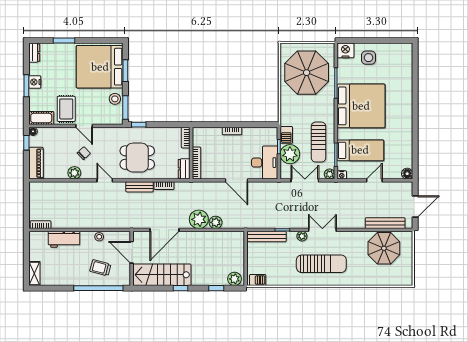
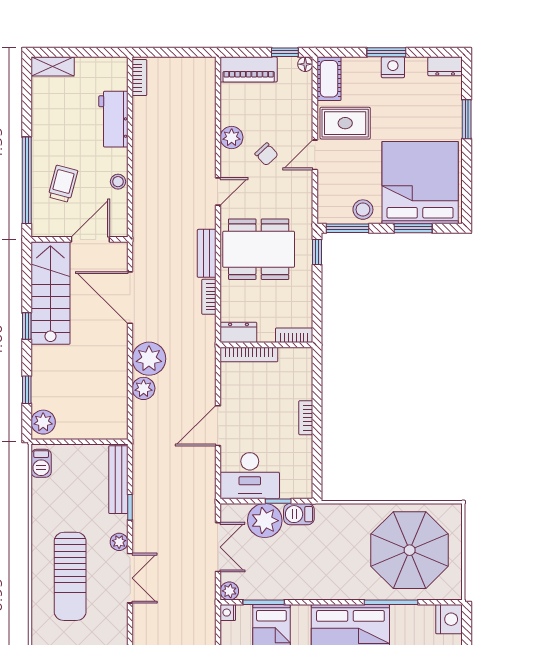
sun lounger: (319, 142) -> (286, 571), removed
dining table: (137, 158) -> (259, 249), width x1.38

